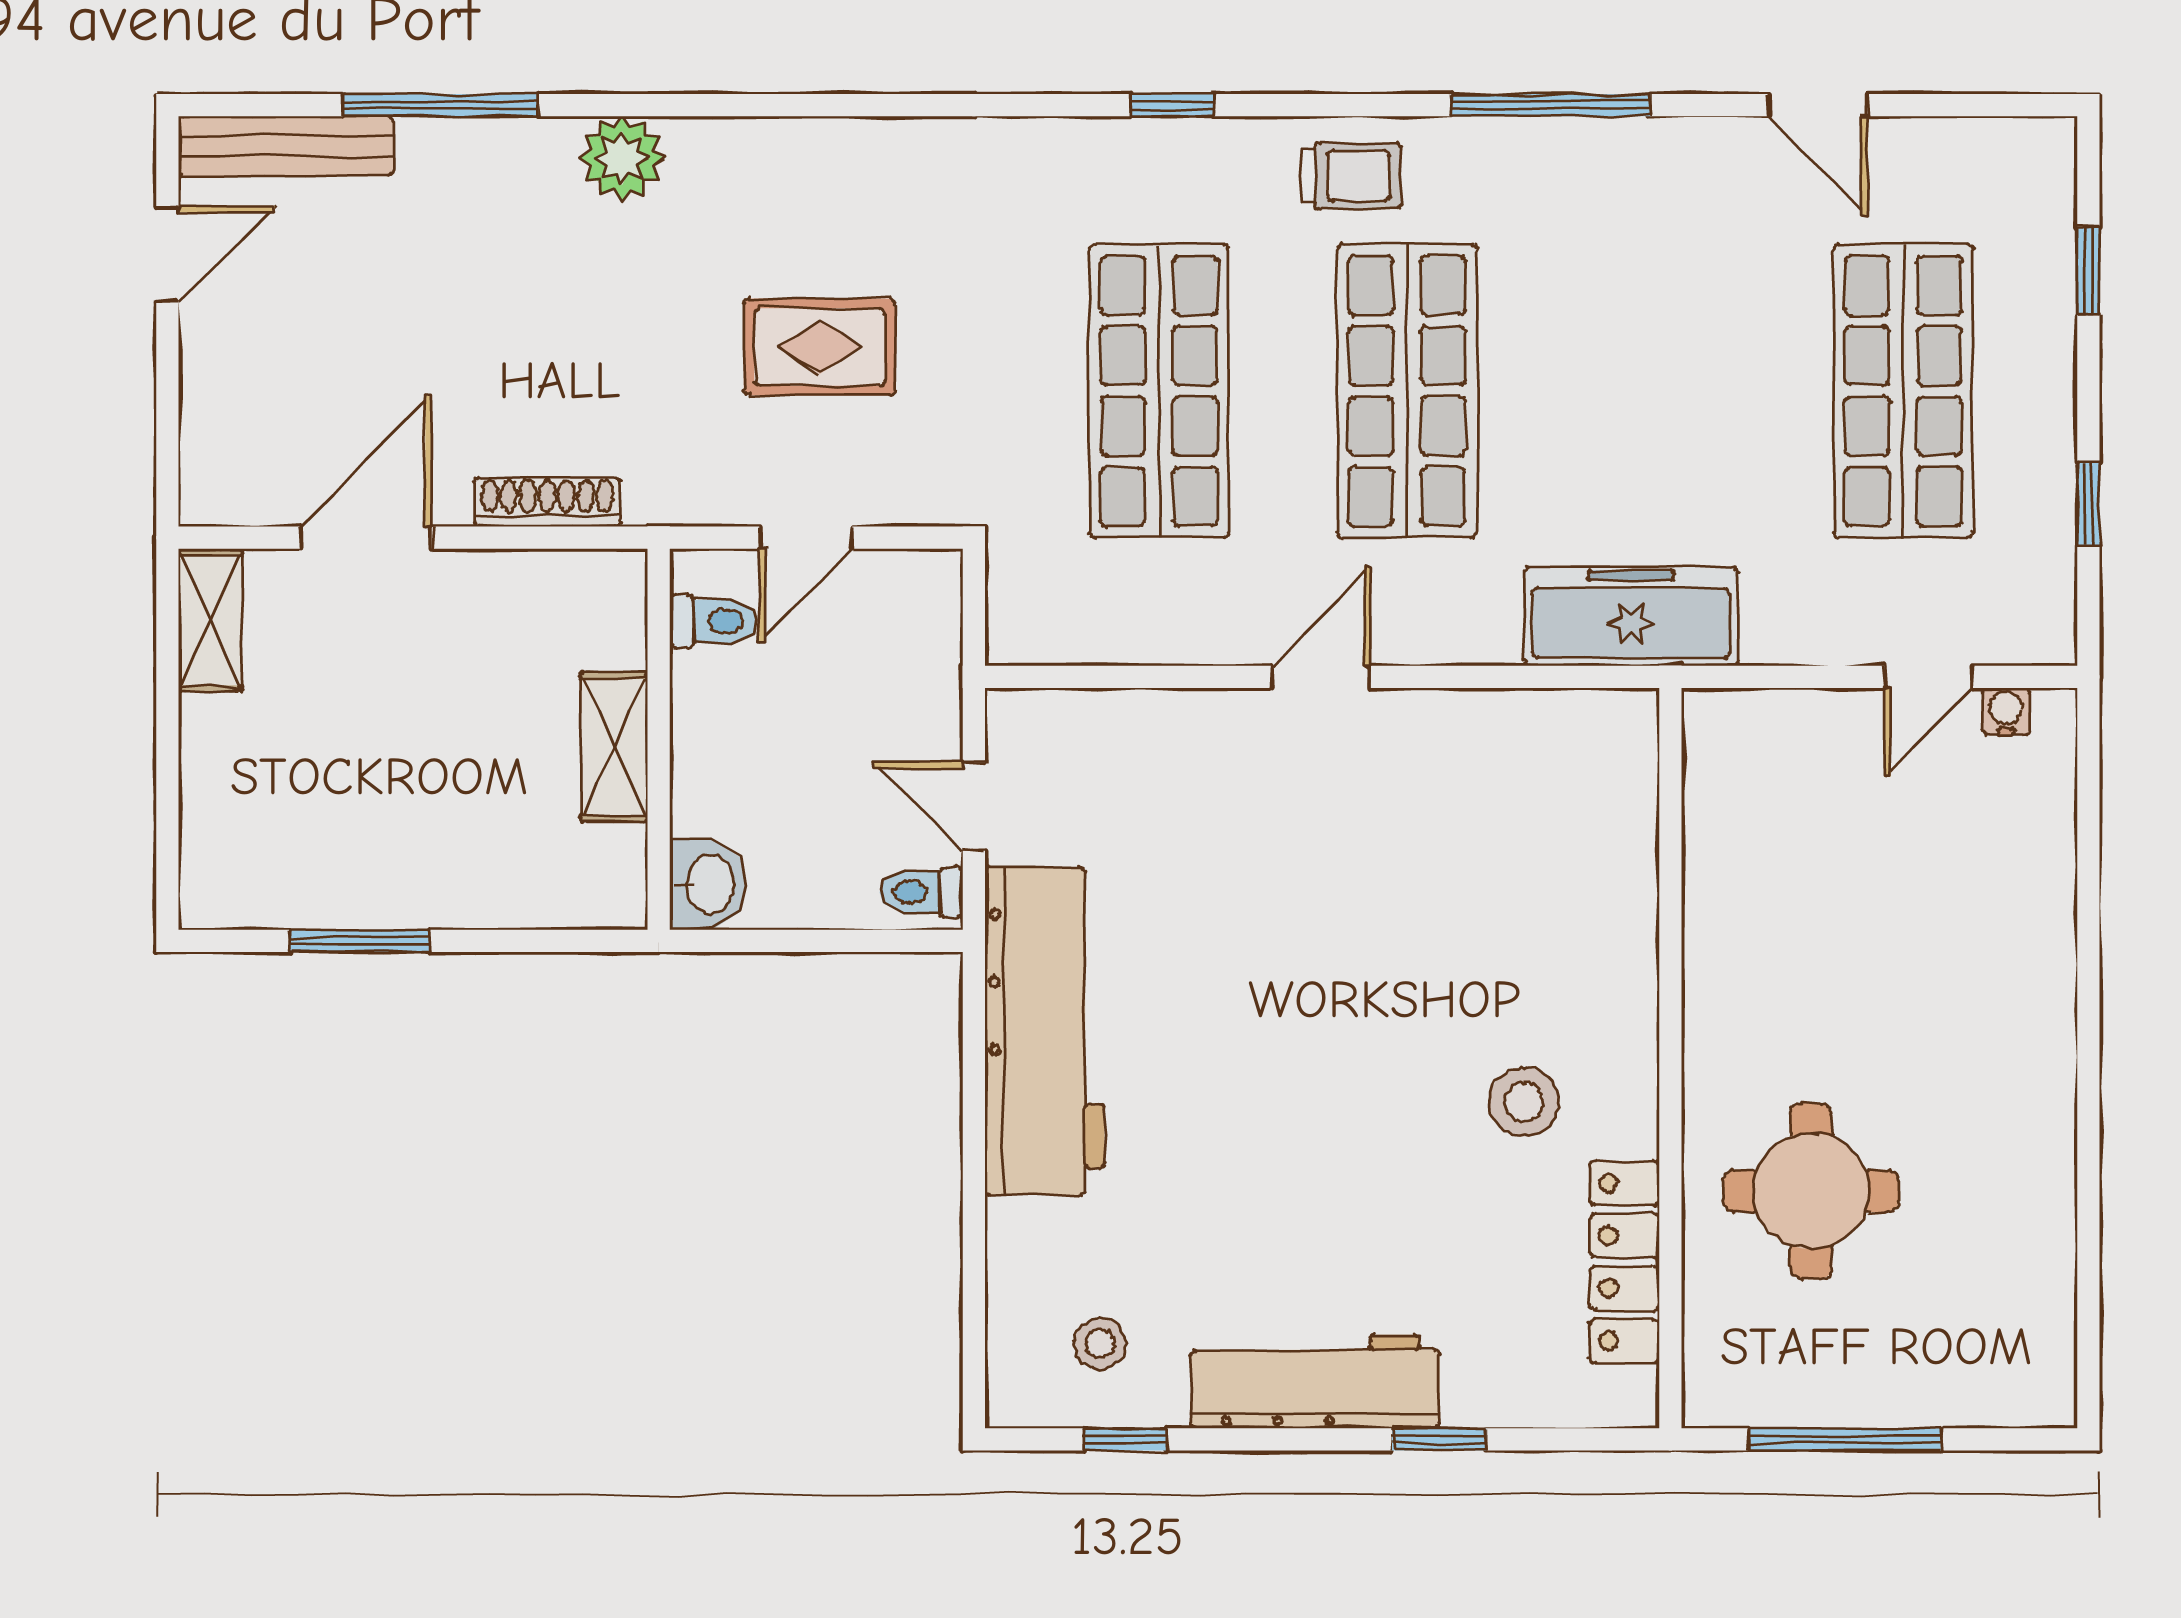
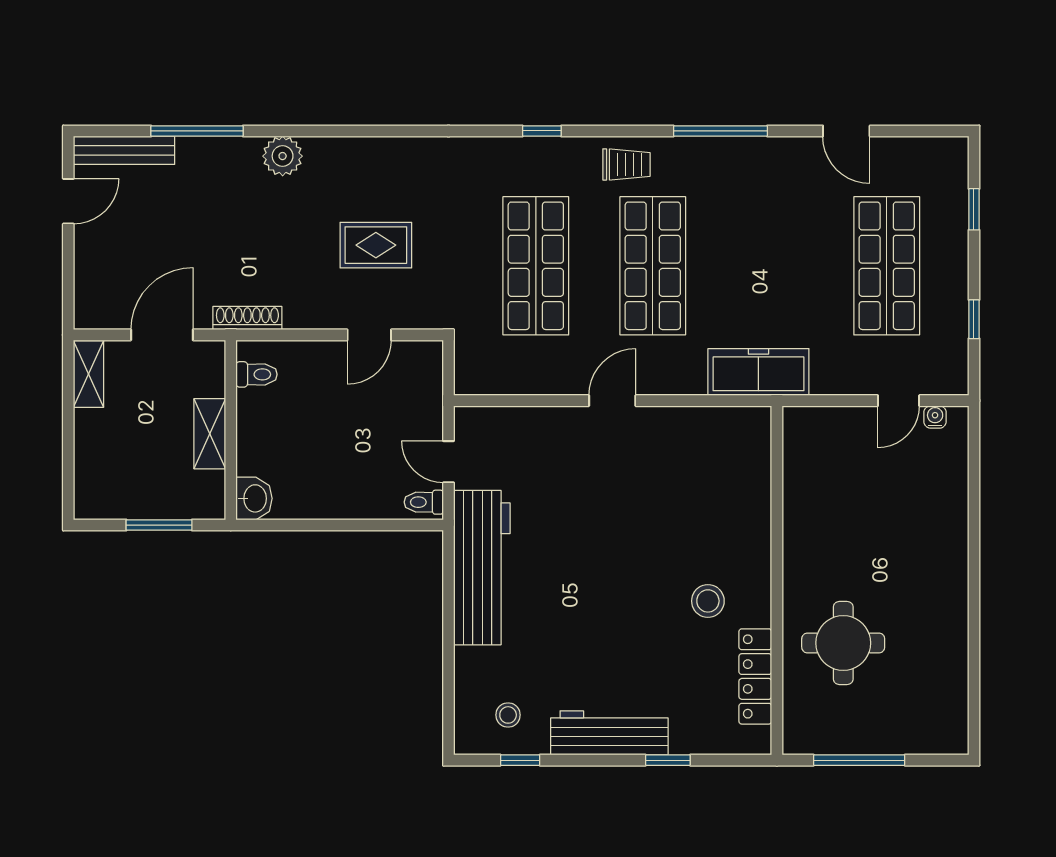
toilet: (713, 621) -> (257, 374), moved
wall: (659, 739) -> (231, 430), moved
shelving: (614, 747) -> (210, 434), moved
washbasin: (708, 884) -> (254, 498), moved

